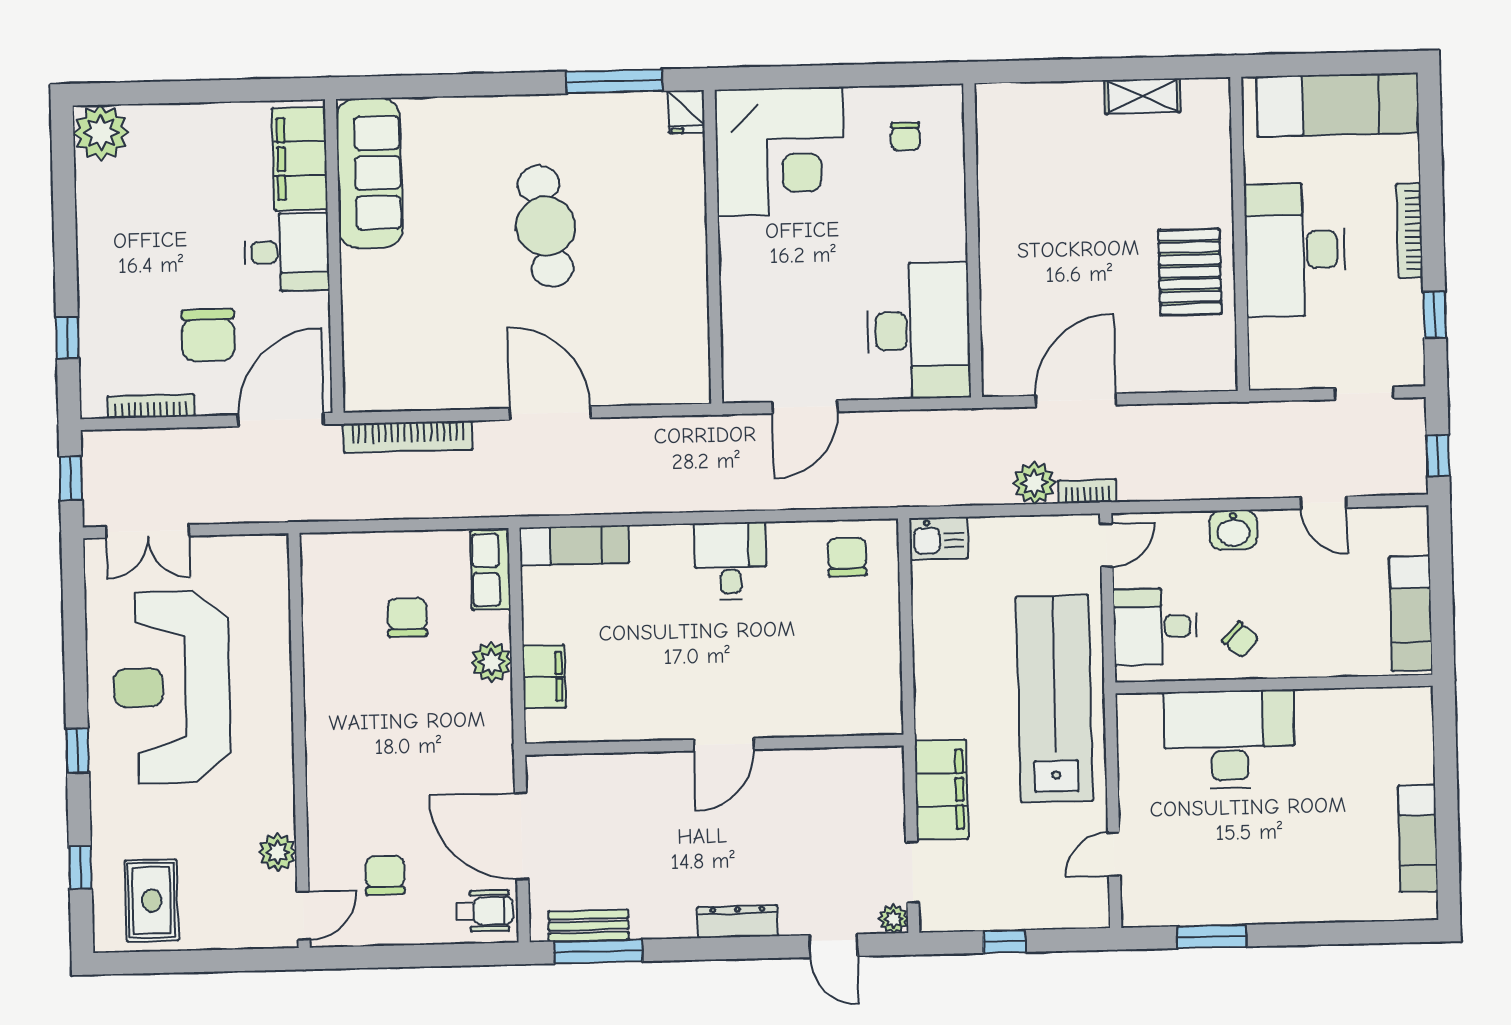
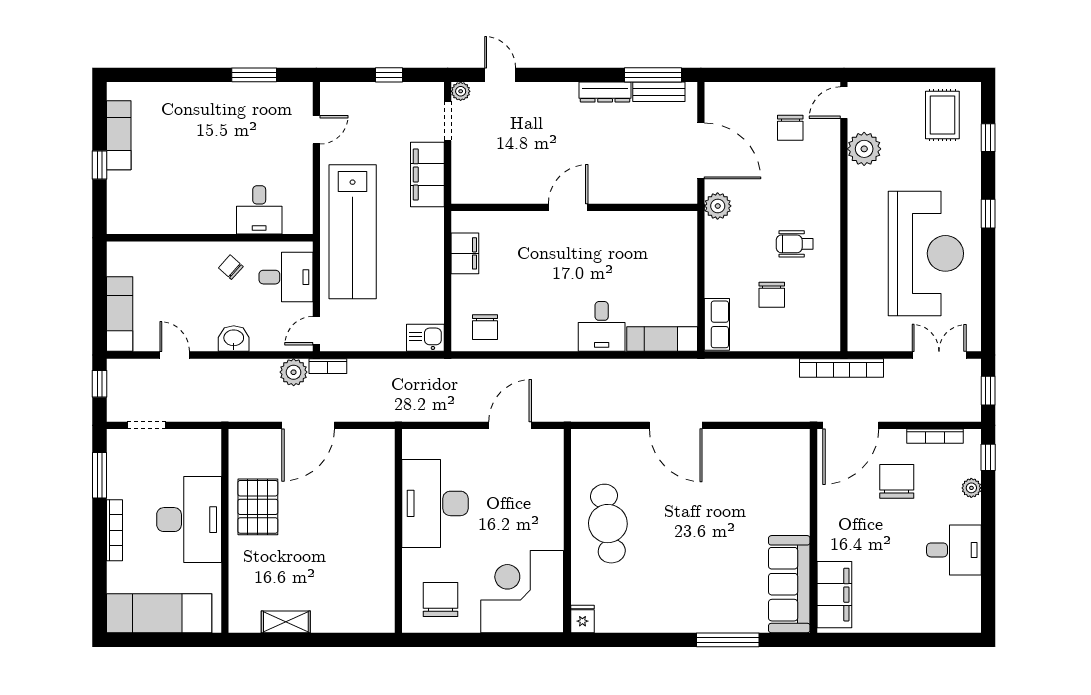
window: (614, 81) -> (728, 640), moved
plant: (101, 133) -> (971, 488), moved, width x0.53, depth x0.53
chair: (905, 136) -> (440, 599), width x1.87, depth x1.87
cafe table: (545, 226) -> (608, 524), moved
desk: (287, 252) -> (954, 550), moved, turned 180
window: (1435, 315) -> (100, 475), width x1.50
desk: (919, 331) -> (435, 503), moved
window: (67, 338) -> (988, 457), moved
door: (1076, 400) -> (308, 425), moved
bookcase: (408, 437) -> (842, 368), moved, turned 180
plant: (1034, 483) -> (294, 372), moved
desk: (730, 561) -> (602, 326), moved
exam couch: (1411, 613) -> (120, 314), moved
plant: (492, 662) -> (718, 206), moved
filing cabinet: (544, 677) -> (465, 253), moved, turned 180
desk: (1229, 739) -> (259, 210), width x0.53, depth x0.77
window: (1446, 792) -> (100, 165), added
plant: (278, 852) -> (864, 149), width x1.36, depth x1.36
wheelchair: (485, 911) -> (795, 244), moved
dresser: (738, 922) -> (605, 92), moved

